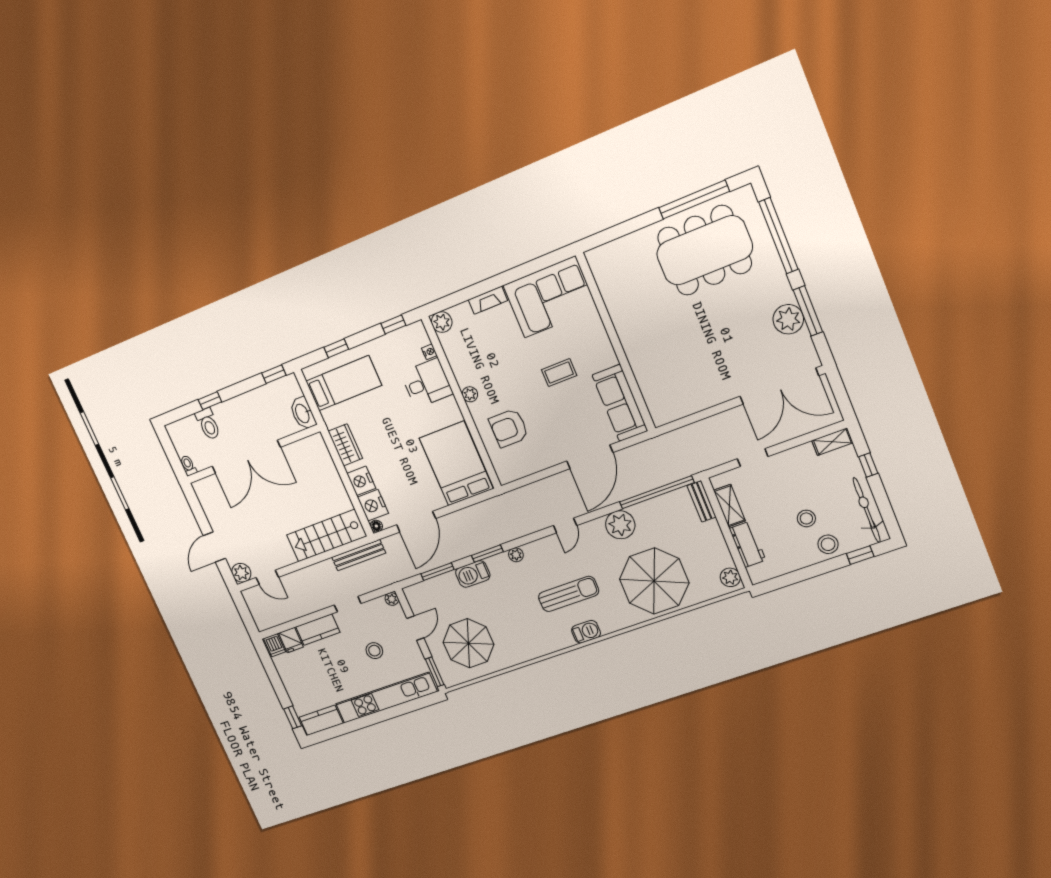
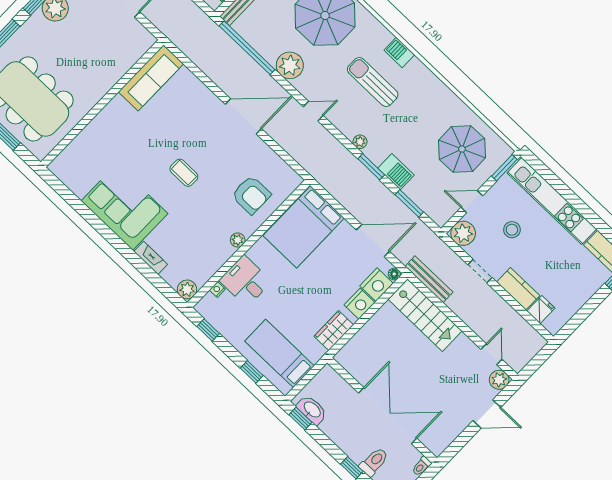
wall: (616, 342) -> (102, 103), moved
sofa: (620, 403) -> (151, 78), moved
washbasin: (303, 413) -> (312, 410), moved, turned -90
plant: (392, 599) -> (463, 233), width x1.88, depth x1.88
dishwasher: (274, 645) -> (554, 323), removed

